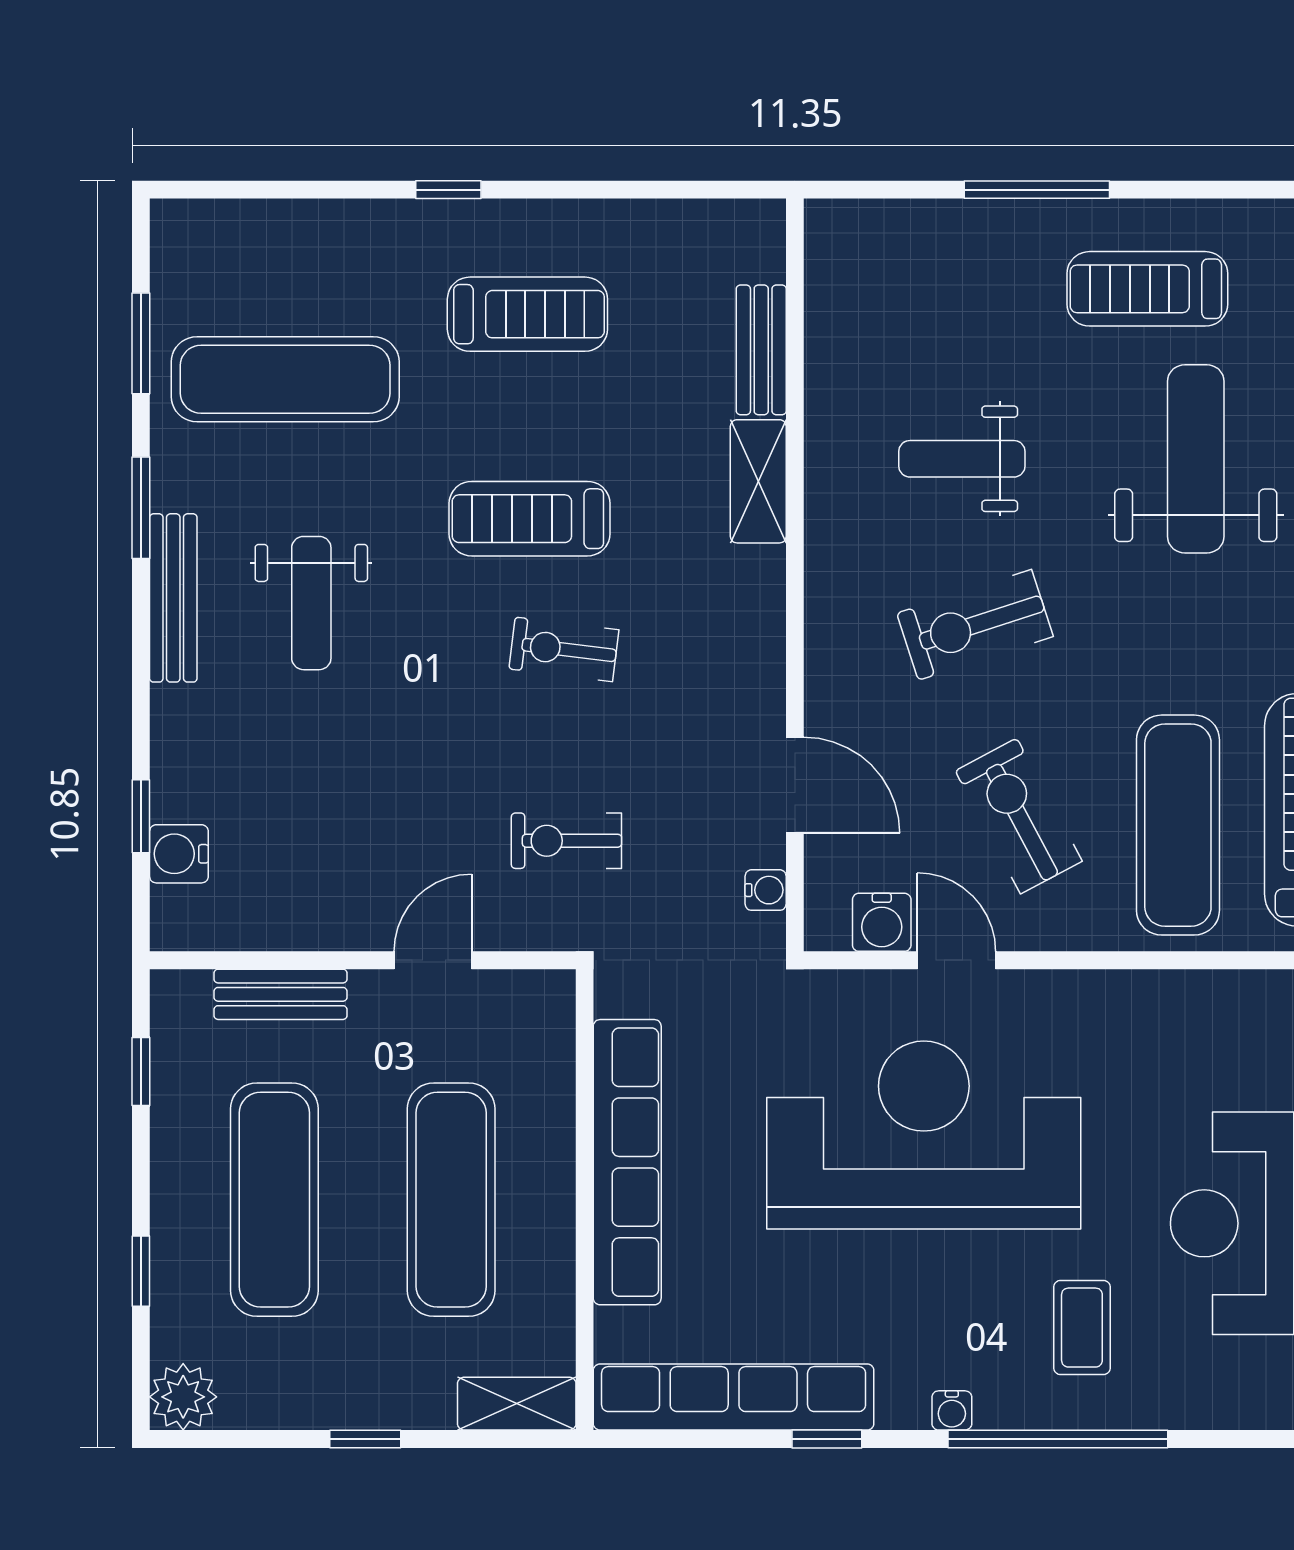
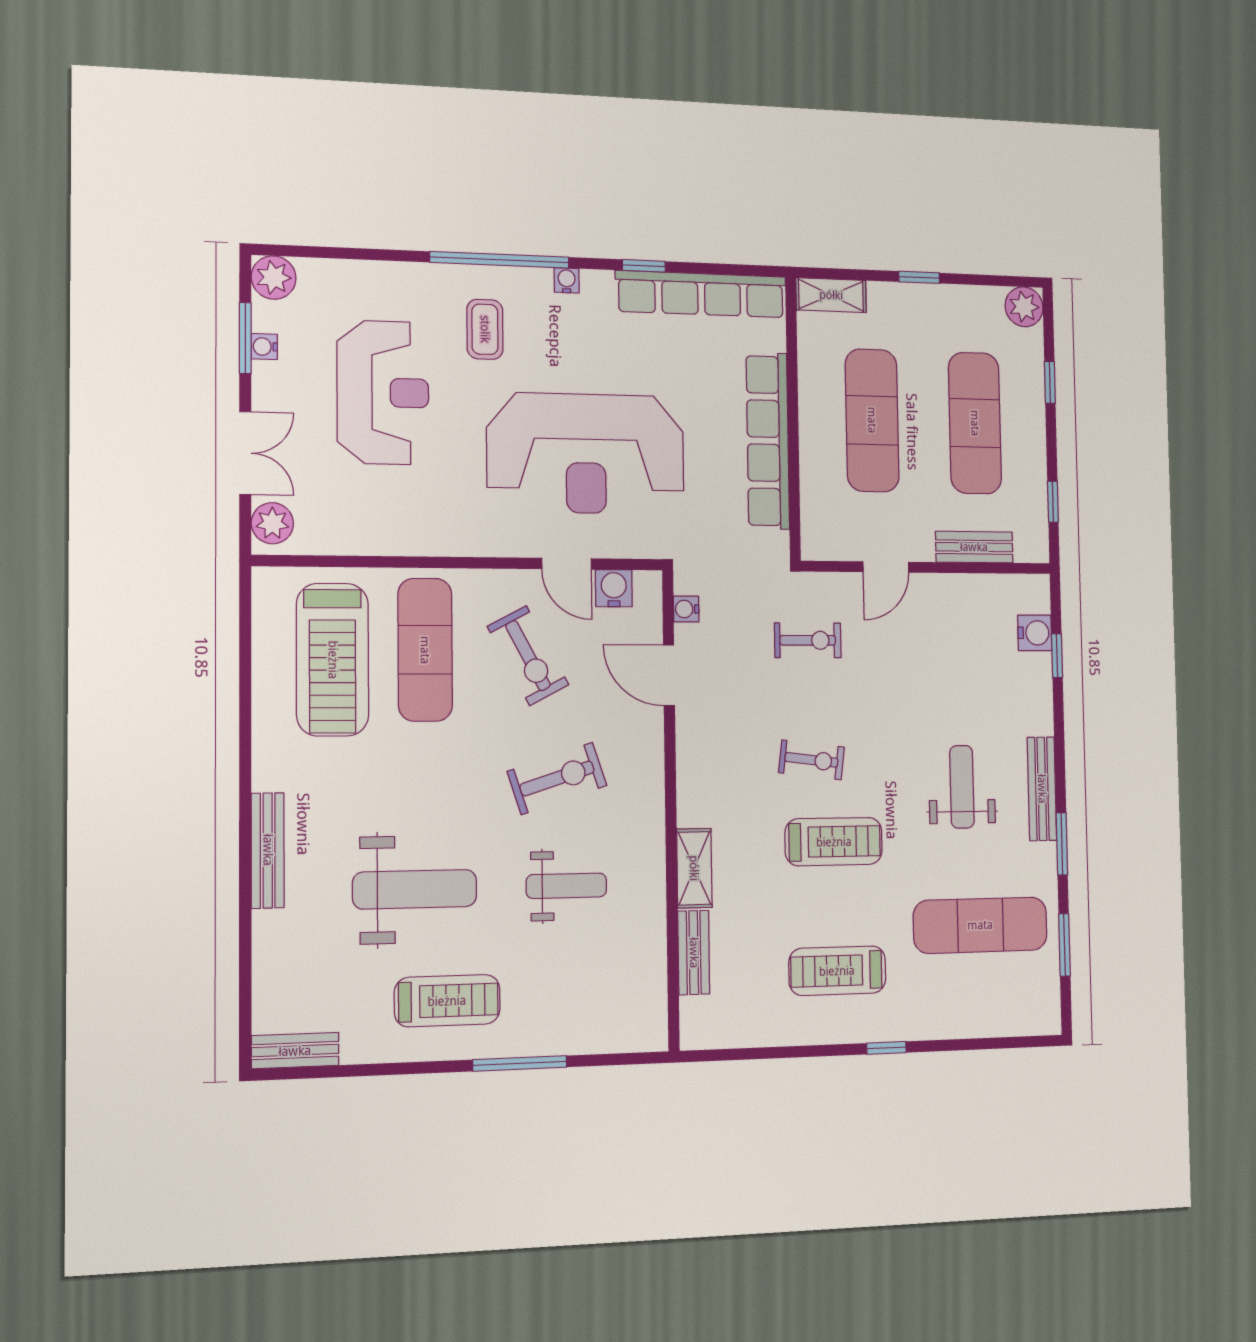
weight bench: (1196, 459) -> (415, 889), turned -90

